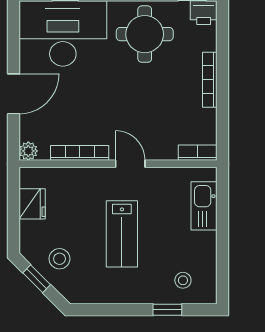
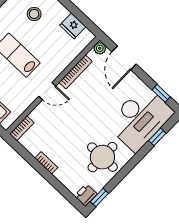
window: (13, 37) -> (161, 93), added
bookcase: (210, 80) -> (46, 163), width x0.64
door: (13, 94) -> (124, 58), moved

